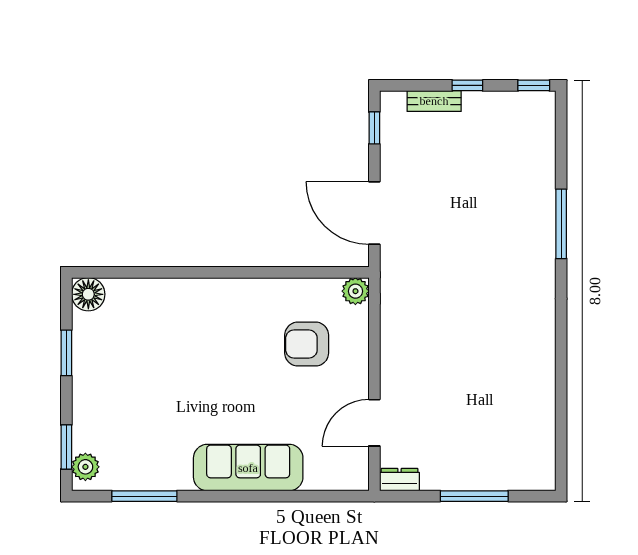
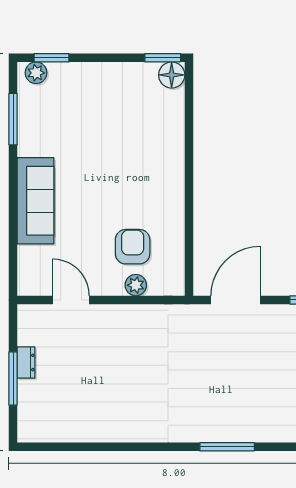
plant: (355, 291) -> (136, 285), moved
window: (66, 353) -> (163, 58), moved
dresser: (400, 480) -> (26, 362), moved

